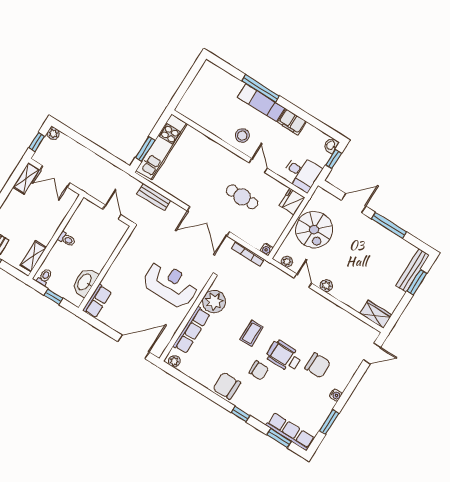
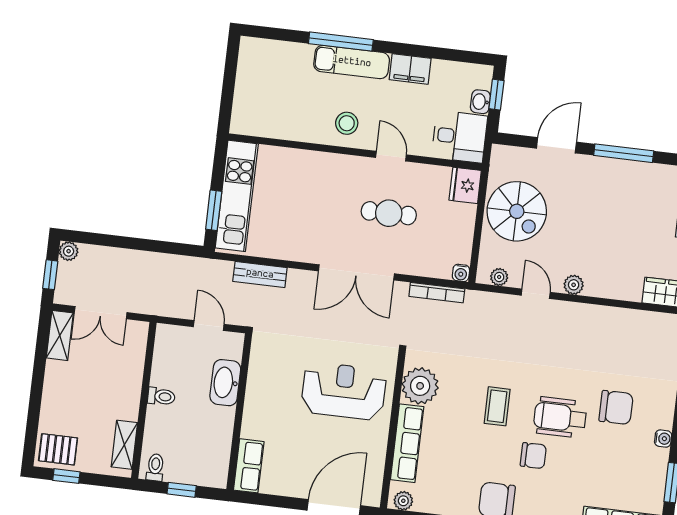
washbasin: (331, 145) -> (480, 102), moved
washbasin: (85, 282) -> (225, 383), moved

